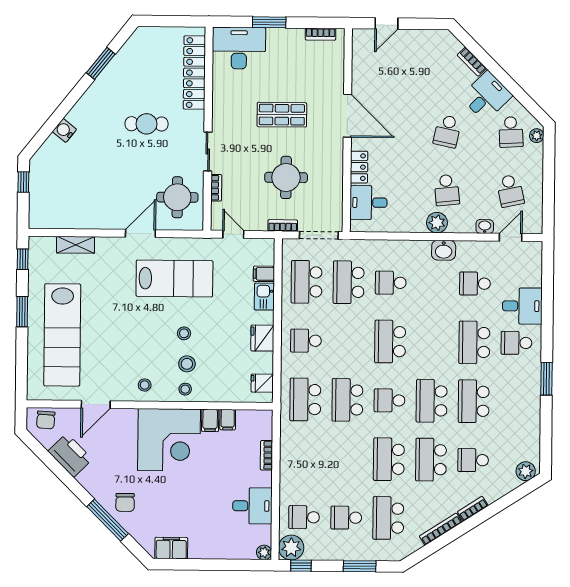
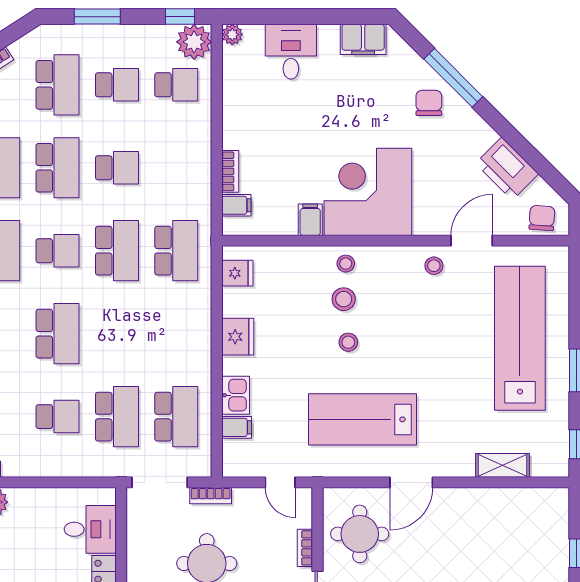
school desk: (306, 341) -> (117, 168), moved
stool: (145, 385) -> (434, 266), moved
filing cabinet: (228, 420) -> (236, 205), moved, turned 90
desk: (252, 506) -> (291, 52), moved, turned 90

